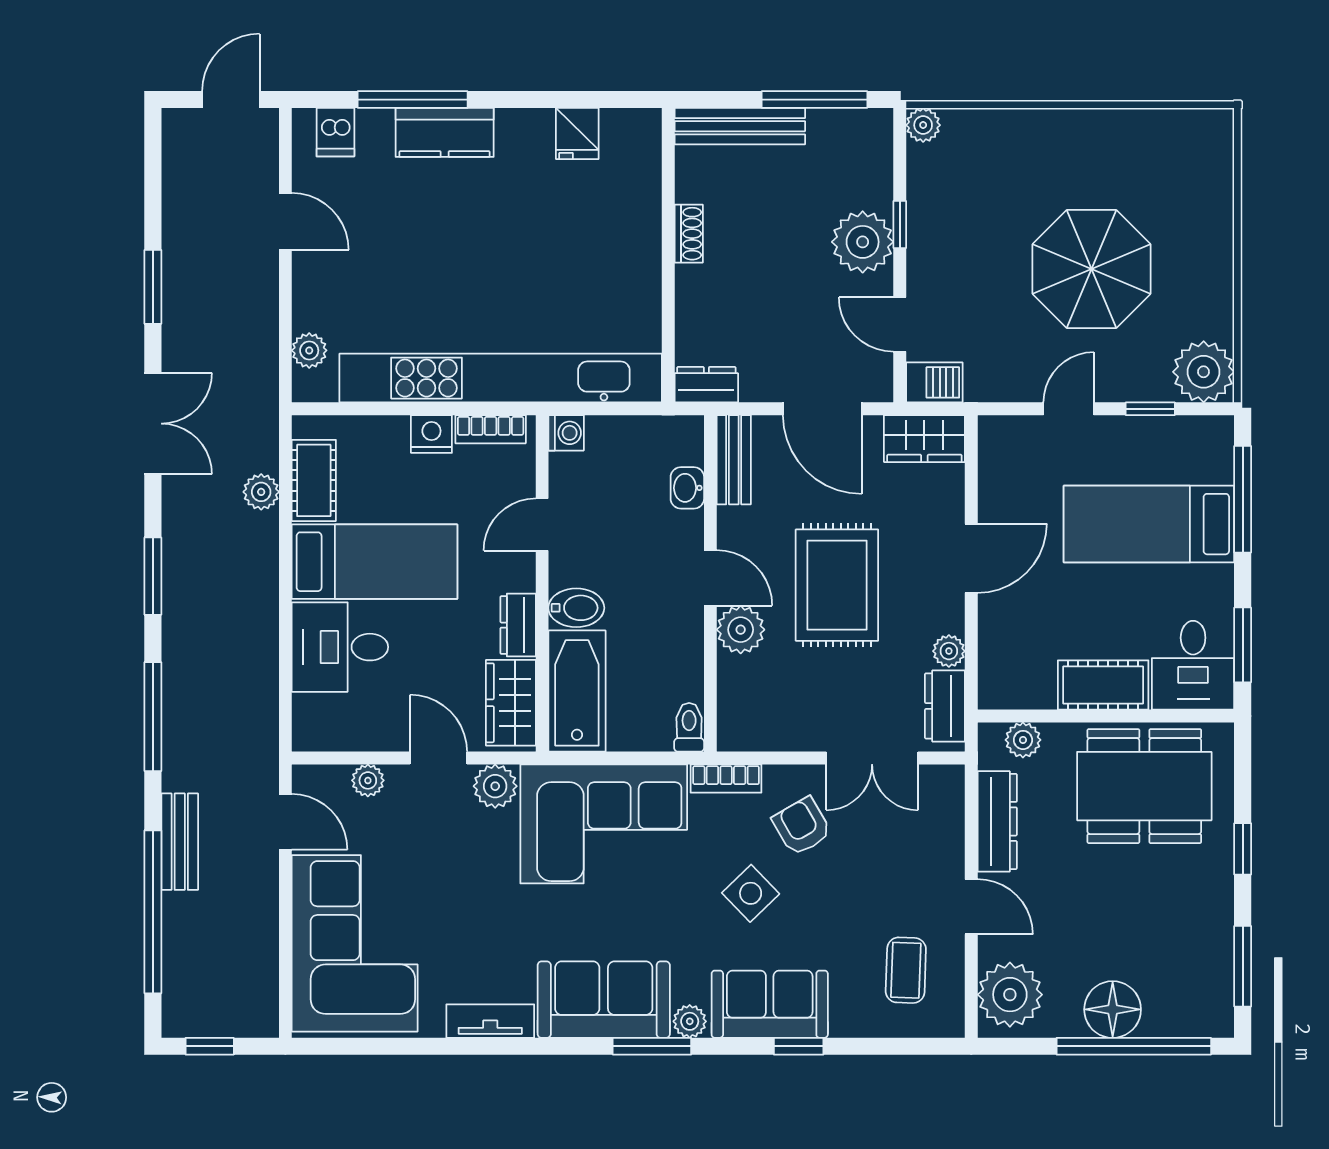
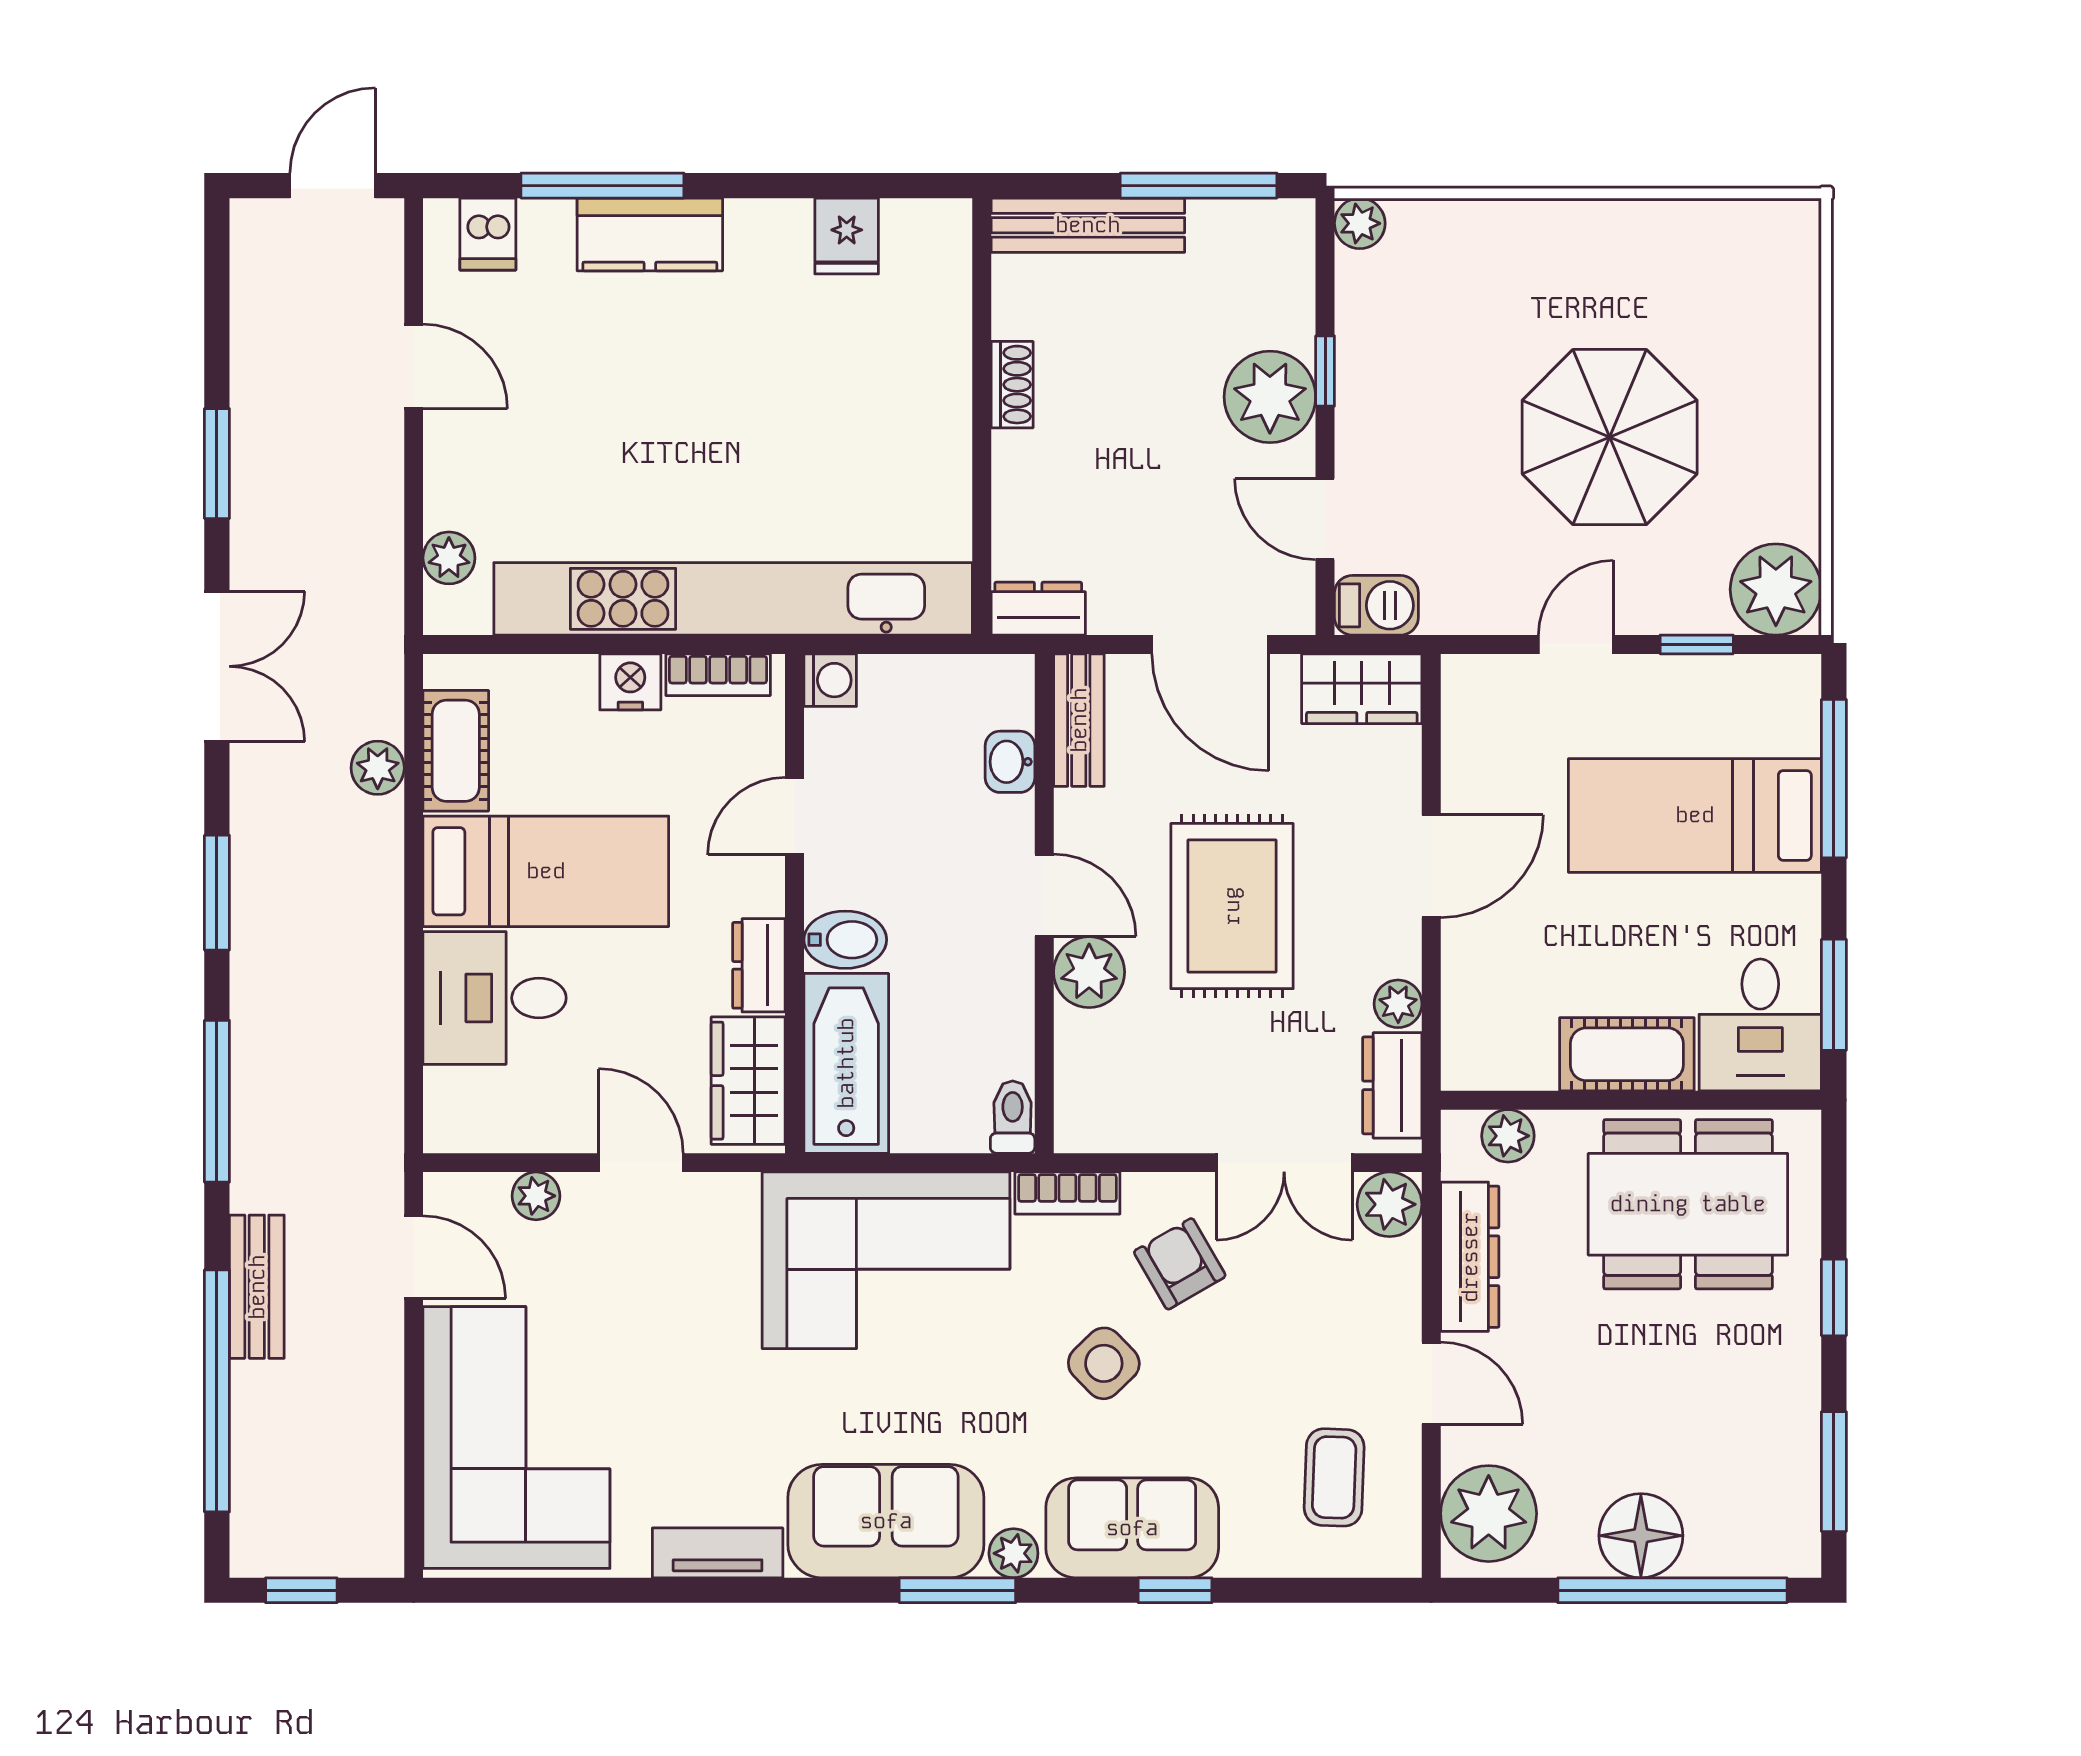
plant: (495, 786) -> (1390, 1204), moved

